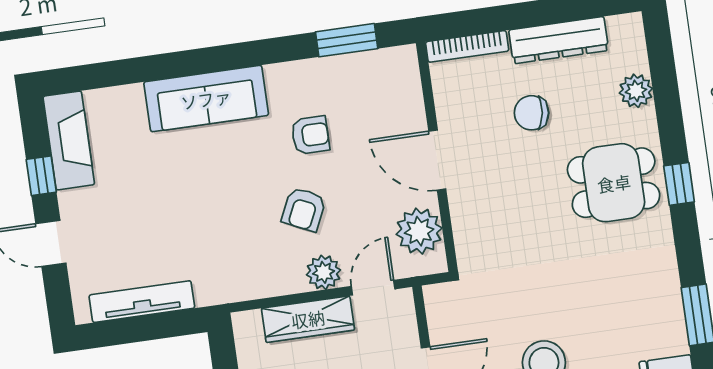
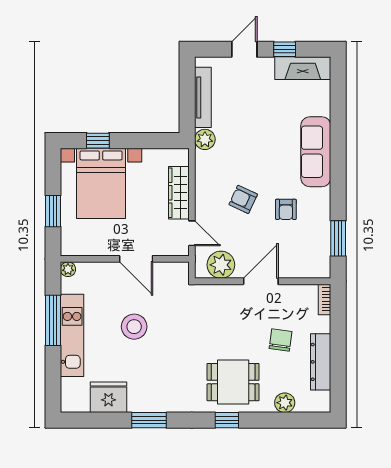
bookcase: (467, 46) -> (325, 299), width x0.64
dining table: (614, 183) -> (233, 382), turned 90
plant: (324, 272) -> (205, 139), moved

